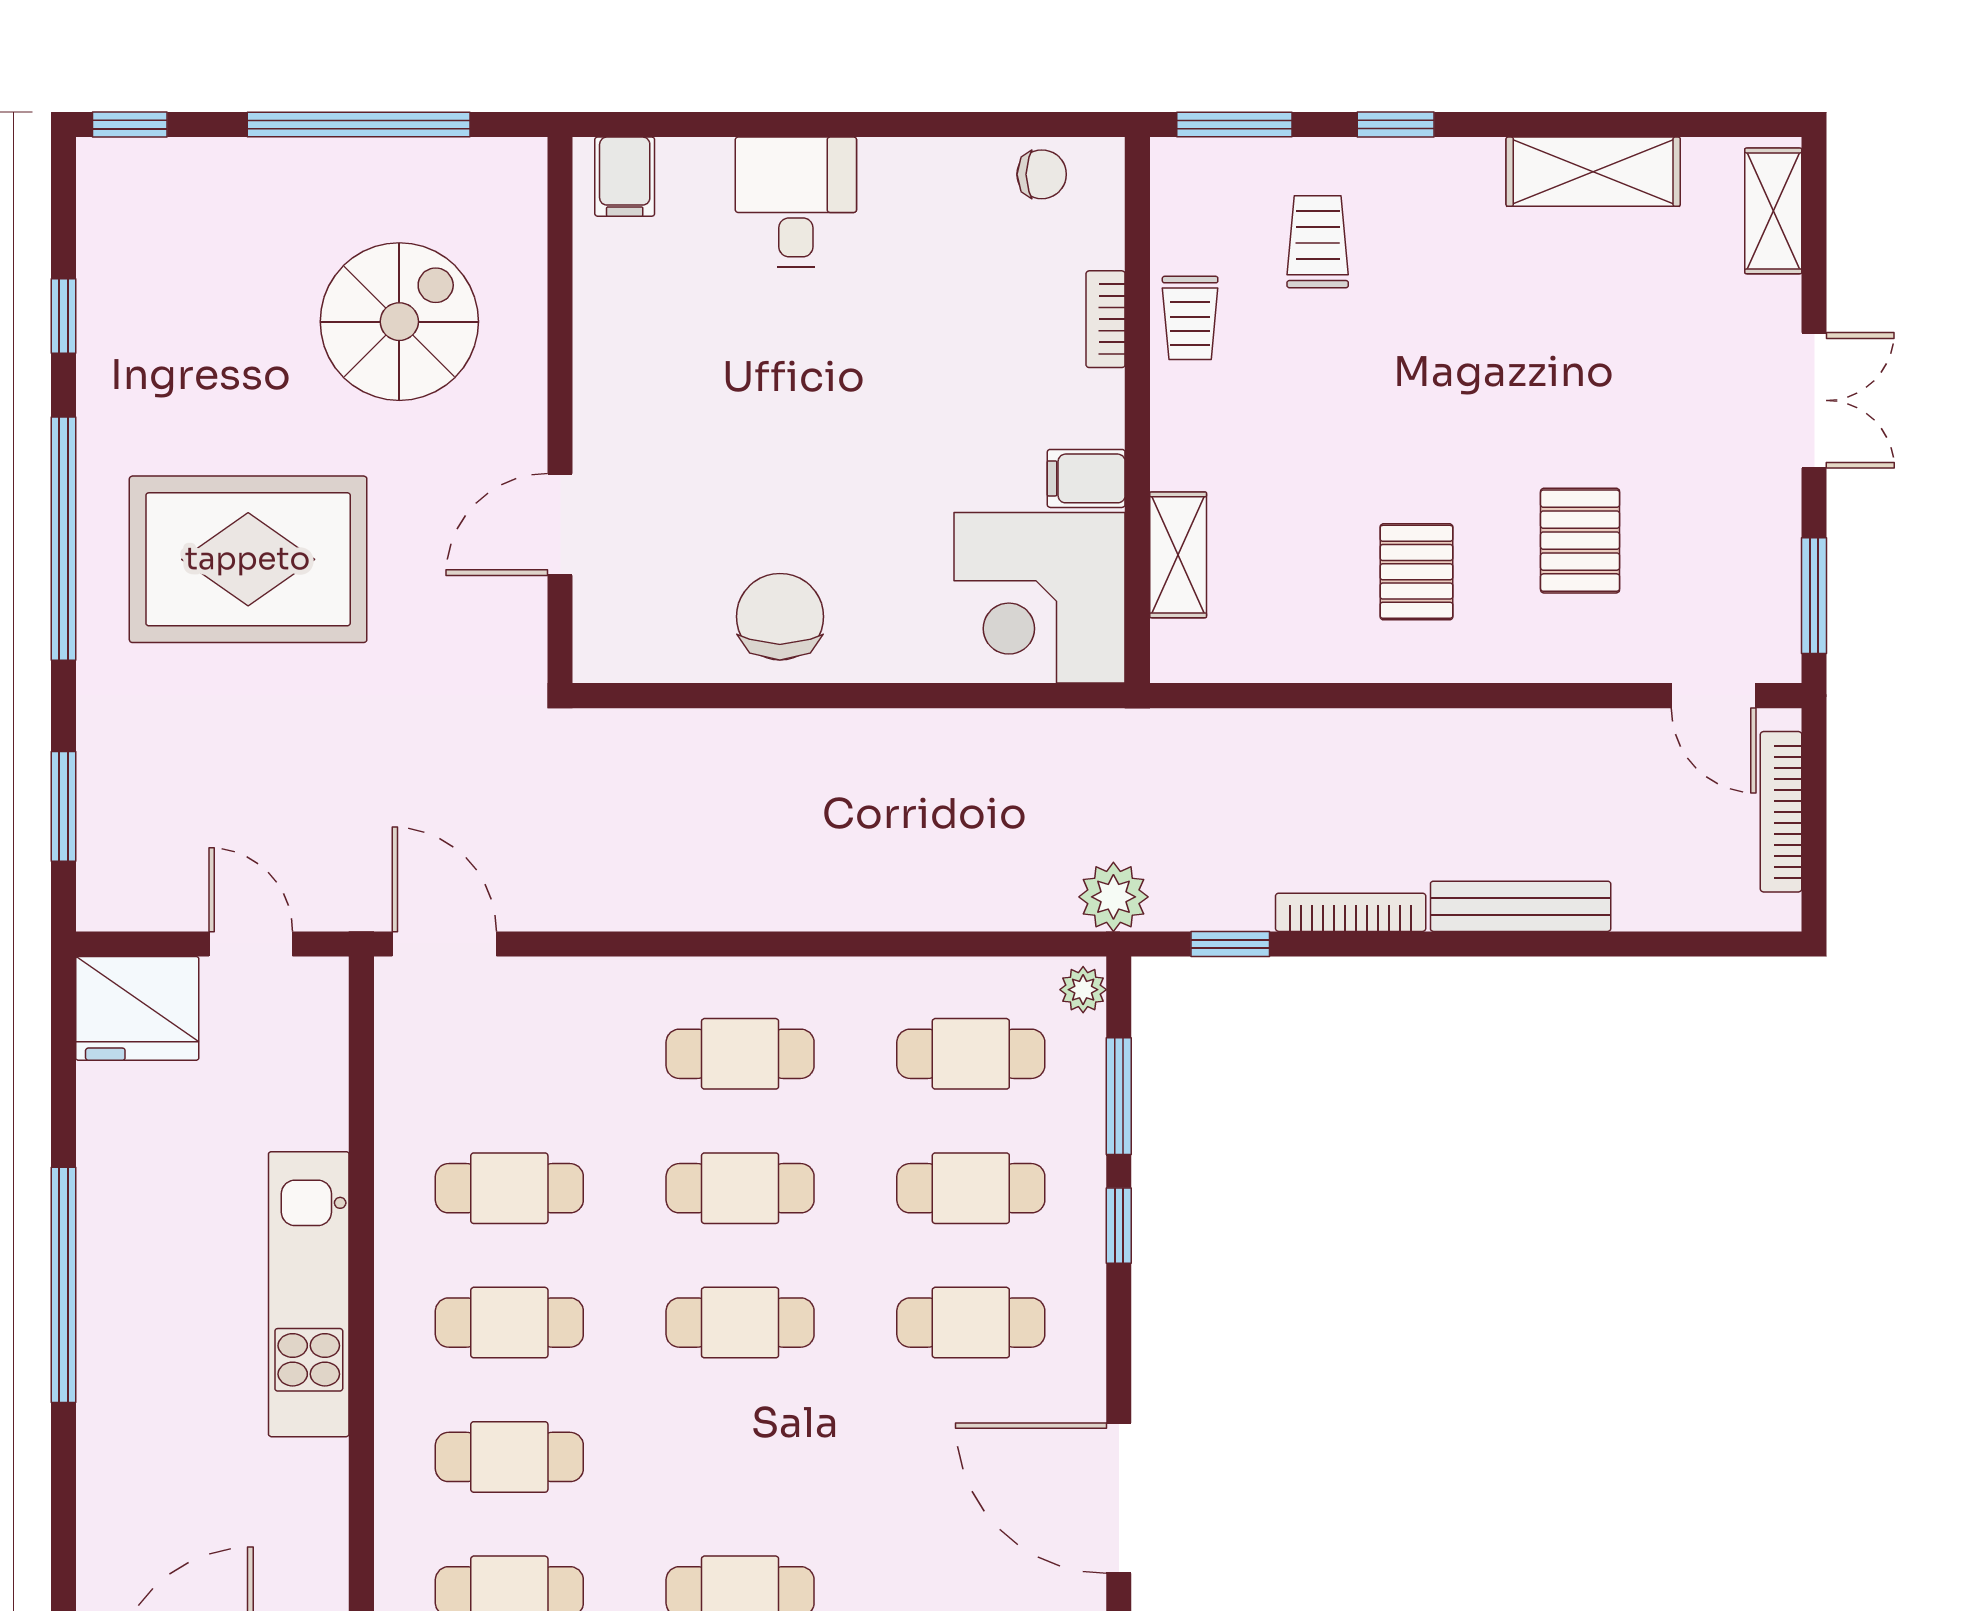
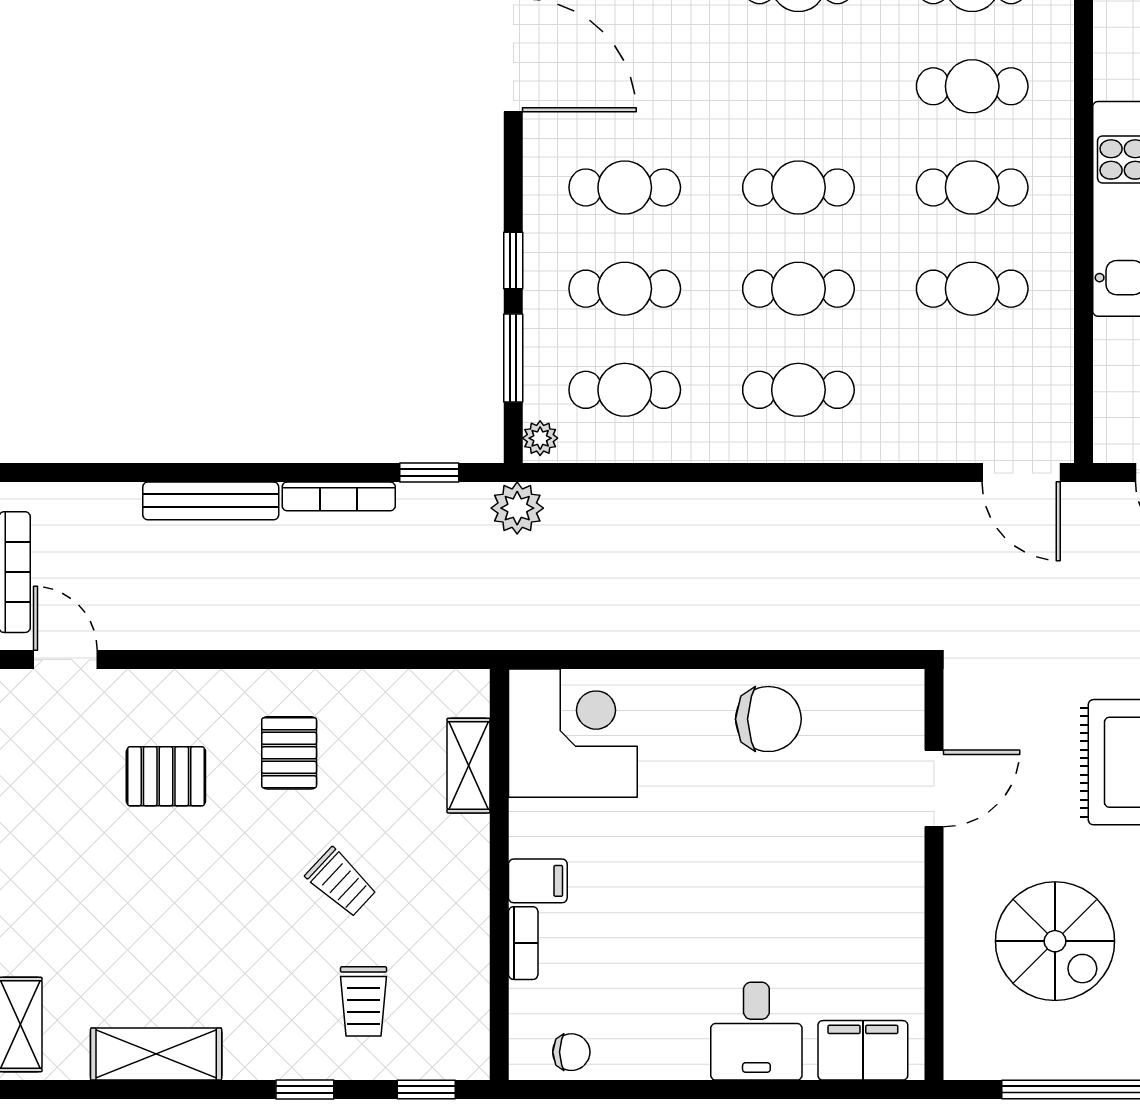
window: (1234, 125) -> (426, 1090), width x0.67
chair: (1042, 174) -> (571, 1052), turned 180
filing cabinet: (625, 177) -> (863, 1050), width x2.00
trolley: (1190, 318) -> (341, 882), moved, turned 133
spiral stairs: (399, 322) -> (1055, 941), turned -90
filing cabinet: (1086, 478) -> (538, 881), moved
pallet: (1580, 541) -> (166, 776), turned 90
chair: (780, 617) -> (768, 719), turned -90

